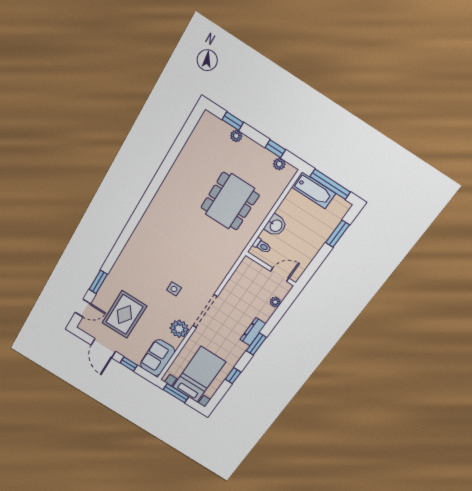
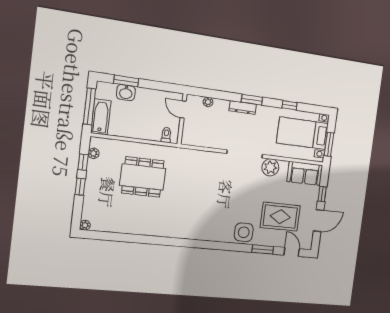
window: (233, 121) -> (80, 187), moved
plant: (236, 136) -> (85, 225), moved
washbasin: (276, 225) -> (126, 93), moved, turned 180
side table: (174, 289) -> (244, 232), moved, width x1.87, depth x1.87

